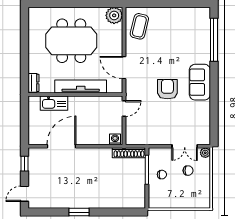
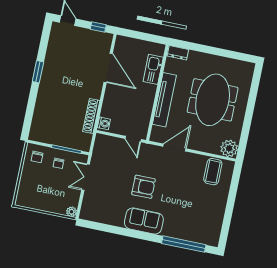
coffee table: (139, 26) -> (213, 172), turned 76
double door: (185, 146) -> (86, 177), moved
shoe rack: (129, 153) -> (91, 116), moved
chair: (188, 171) -> (37, 157), moved

